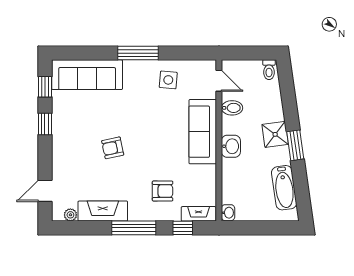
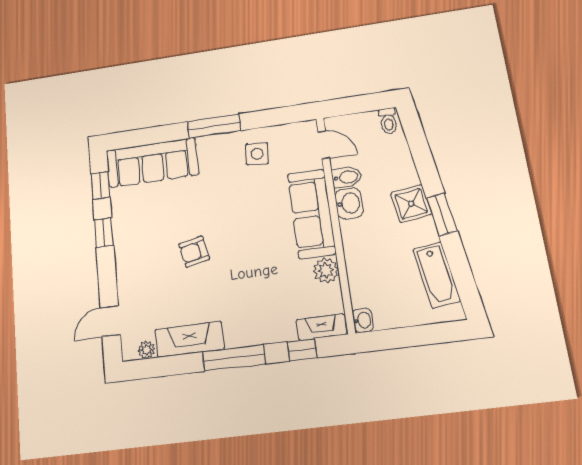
washbasin: (231, 146) -> (349, 203), moved
plant: (207, 174) -> (326, 270), added
armchair: (163, 191) -> (268, 301), removed

